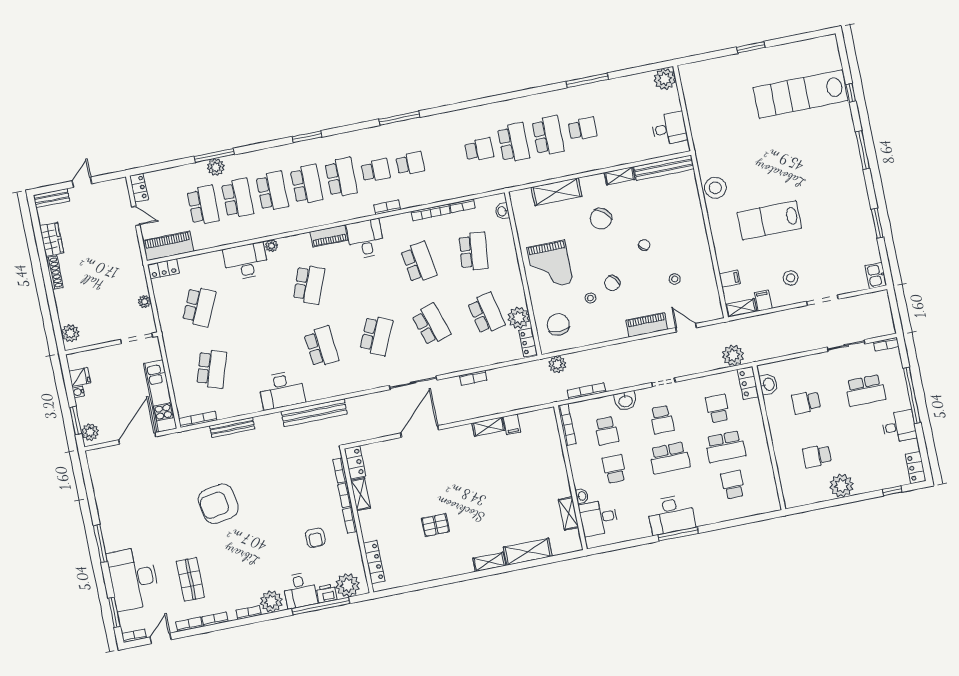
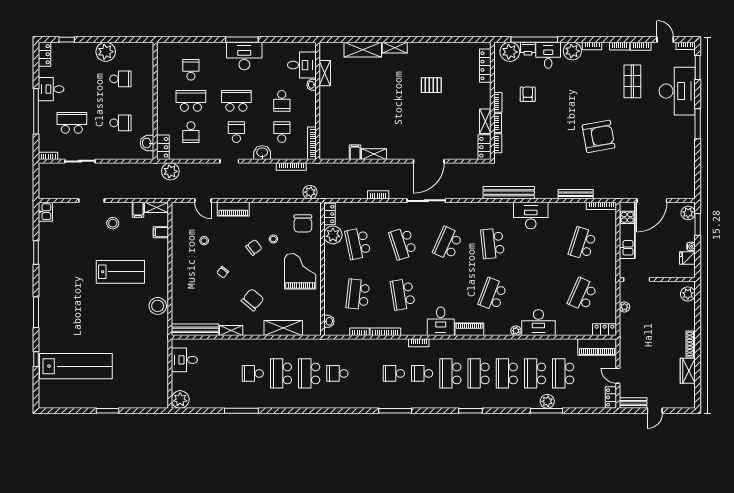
bench: (51, 198) -> (633, 403), moved
school desk: (733, 485) -> (191, 70), turned 180
door: (161, 638) -> (665, 40), swing flipped

